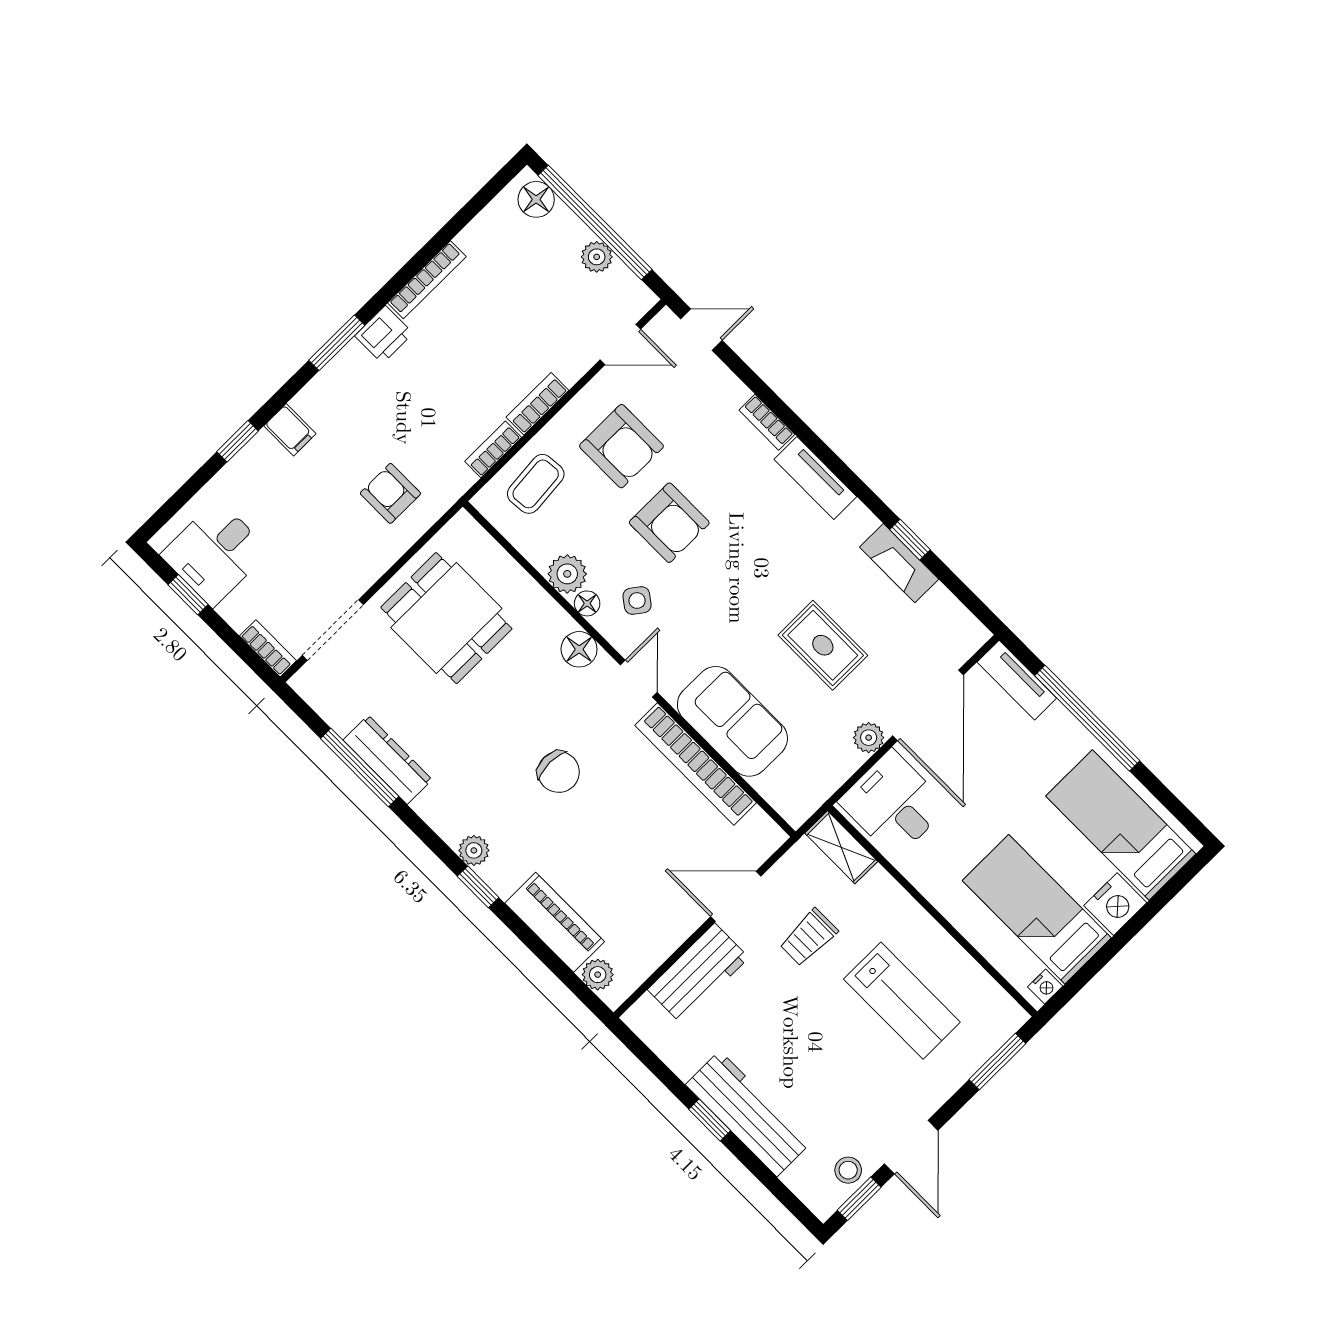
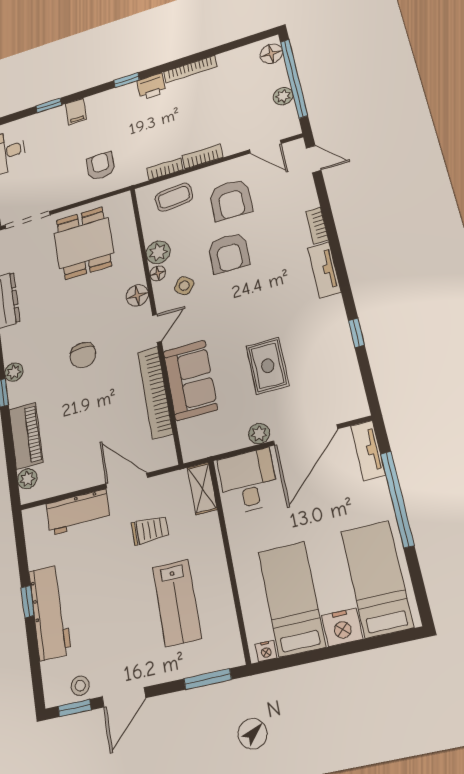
window: (337, 343) -> (127, 80), width x0.67
fireplace: (899, 563) -> (341, 343), removed
trolley: (809, 937) -> (150, 530), turned 180

